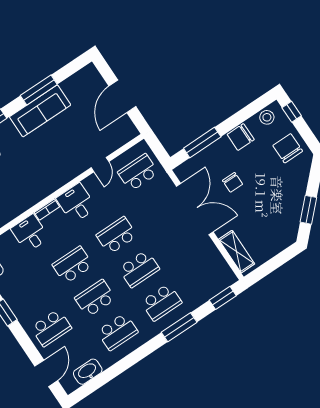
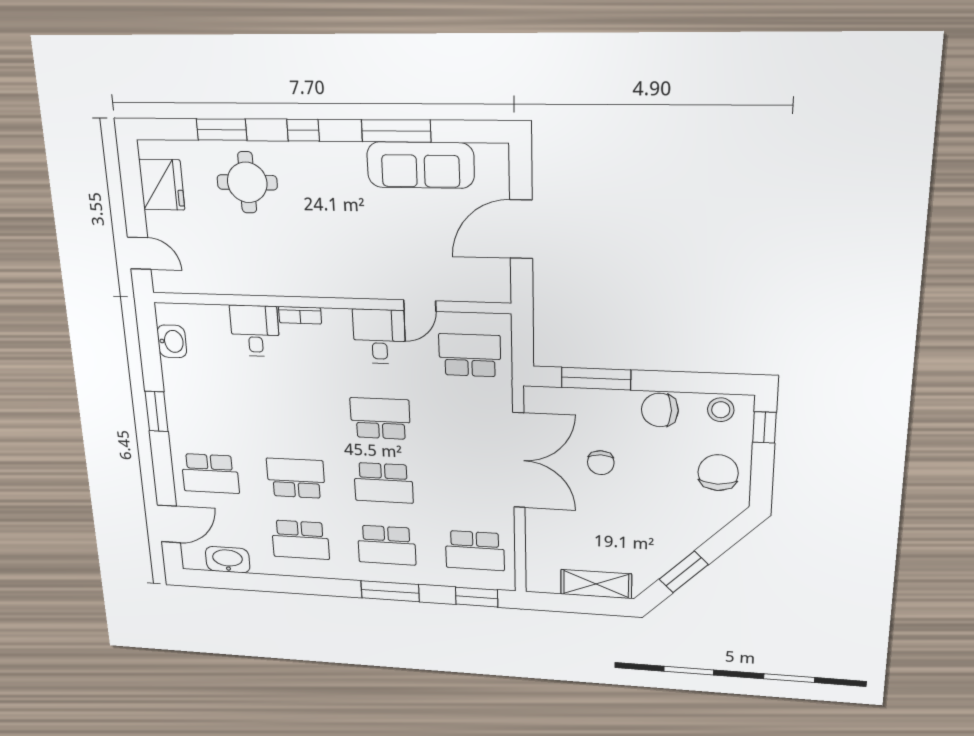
sofa: (40, 111) -> (420, 165), moved
desk: (76, 203) -> (379, 336), moved
shelving: (237, 252) -> (596, 584), moved, turned 90
school desk: (73, 265) -> (475, 551), moved, turned 180

